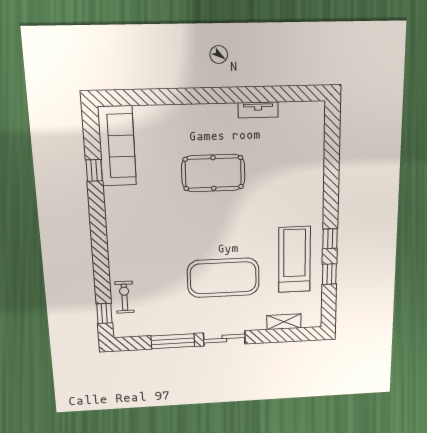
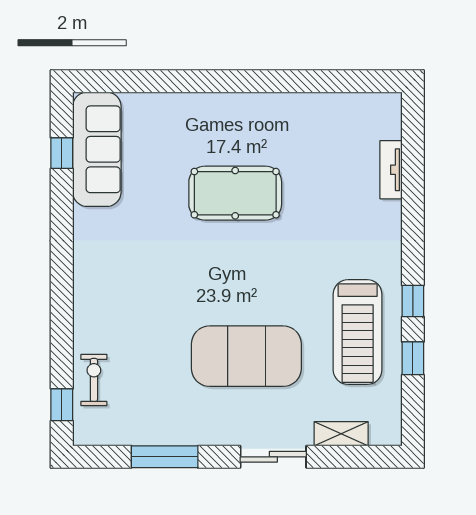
tv unit: (258, 110) -> (391, 170), moved, turned 90
window: (94, 170) -> (62, 153), moved
treadmill: (294, 260) -> (358, 332), turned 180
sliding door: (224, 338) -> (273, 457), moved

